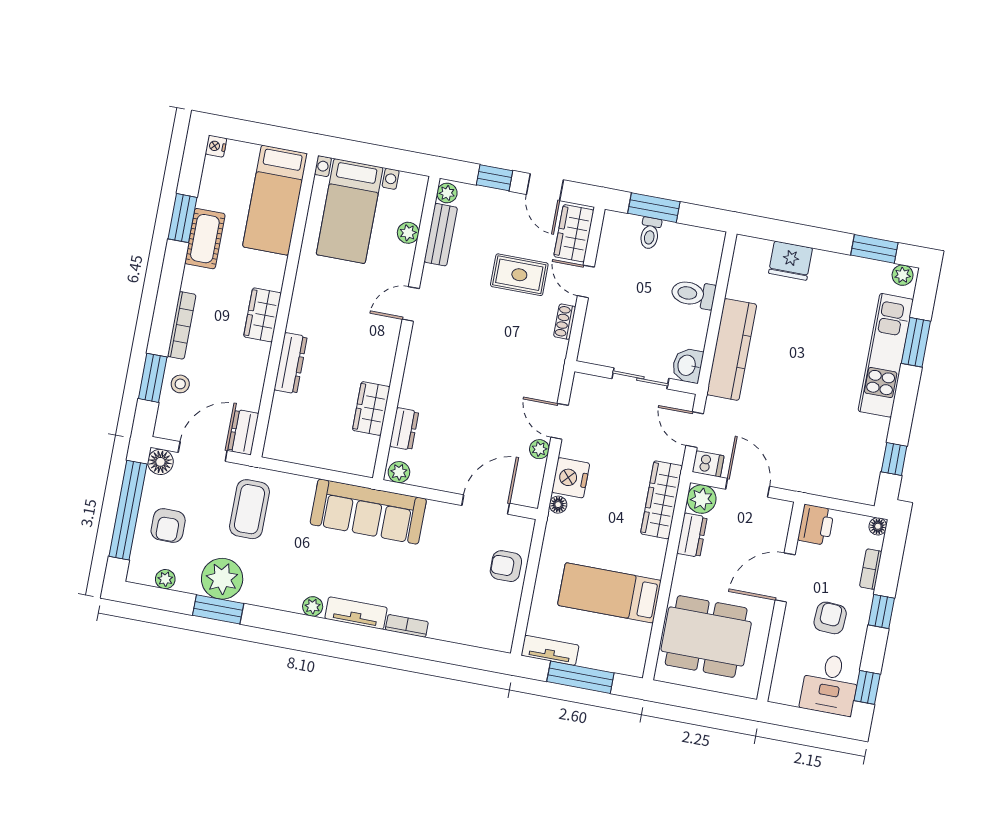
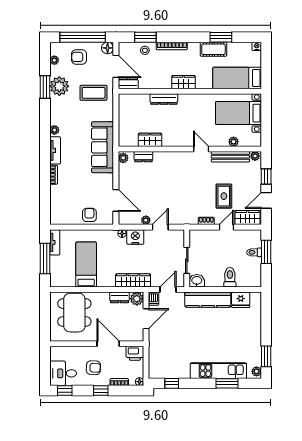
bench: (441, 235) -> (230, 157), width x1.36
fridge: (791, 261) -> (241, 300), moved, turned -90

